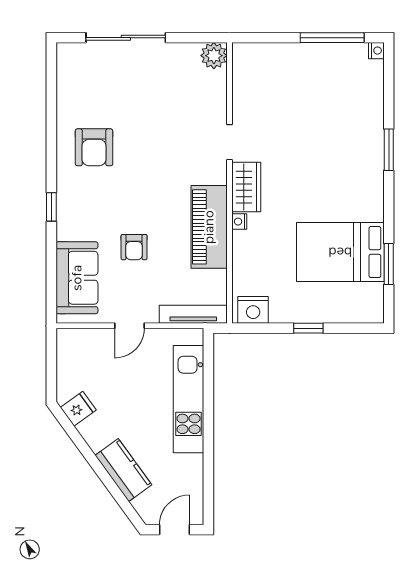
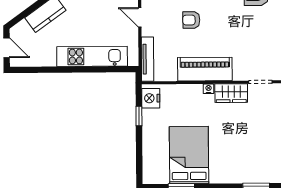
window: (308, 328) -> (139, 116), moved

